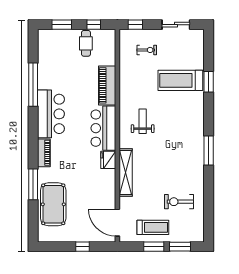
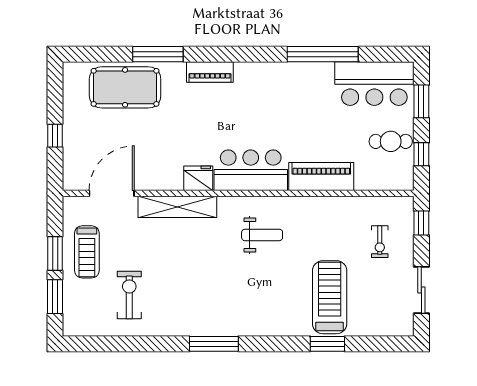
bar counter: (51, 114) -> (374, 84), moved
door: (117, 223) -> (112, 193), moved

